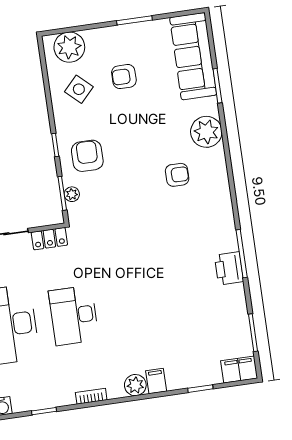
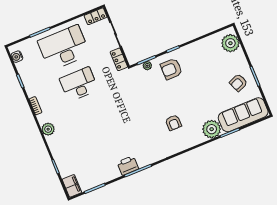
armchair: (124, 77) -> (238, 83), moved, turned -112
side table: (79, 89) -> (208, 55), removed
plant: (206, 132) -> (212, 129), moved
armchair: (87, 156) -> (171, 69), turned 180
filing cabinet: (156, 381) -> (53, 140), removed

